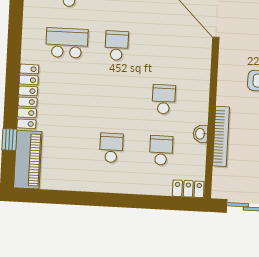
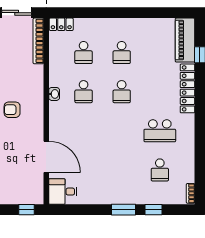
school desk: (117, 46) -> (122, 92), moved
washbasin: (200, 134) -> (54, 94), moved
bookcase: (221, 136) -> (38, 41), moved

